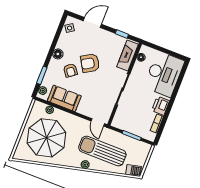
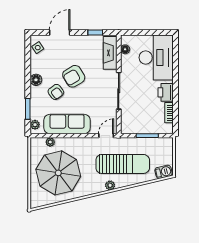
sofa: (64, 98) -> (67, 124), width x1.36
door: (98, 122) -> (106, 136), swing flipped
sun lounger: (102, 151) -> (123, 164), turned 180

